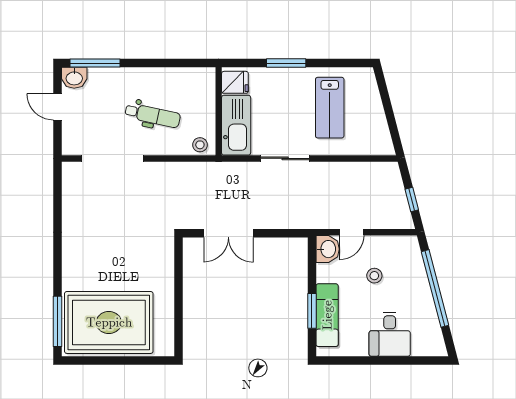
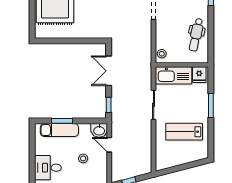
dental chair: (153, 115) -> (196, 35), moved
window: (285, 233) -> (109, 105), added

